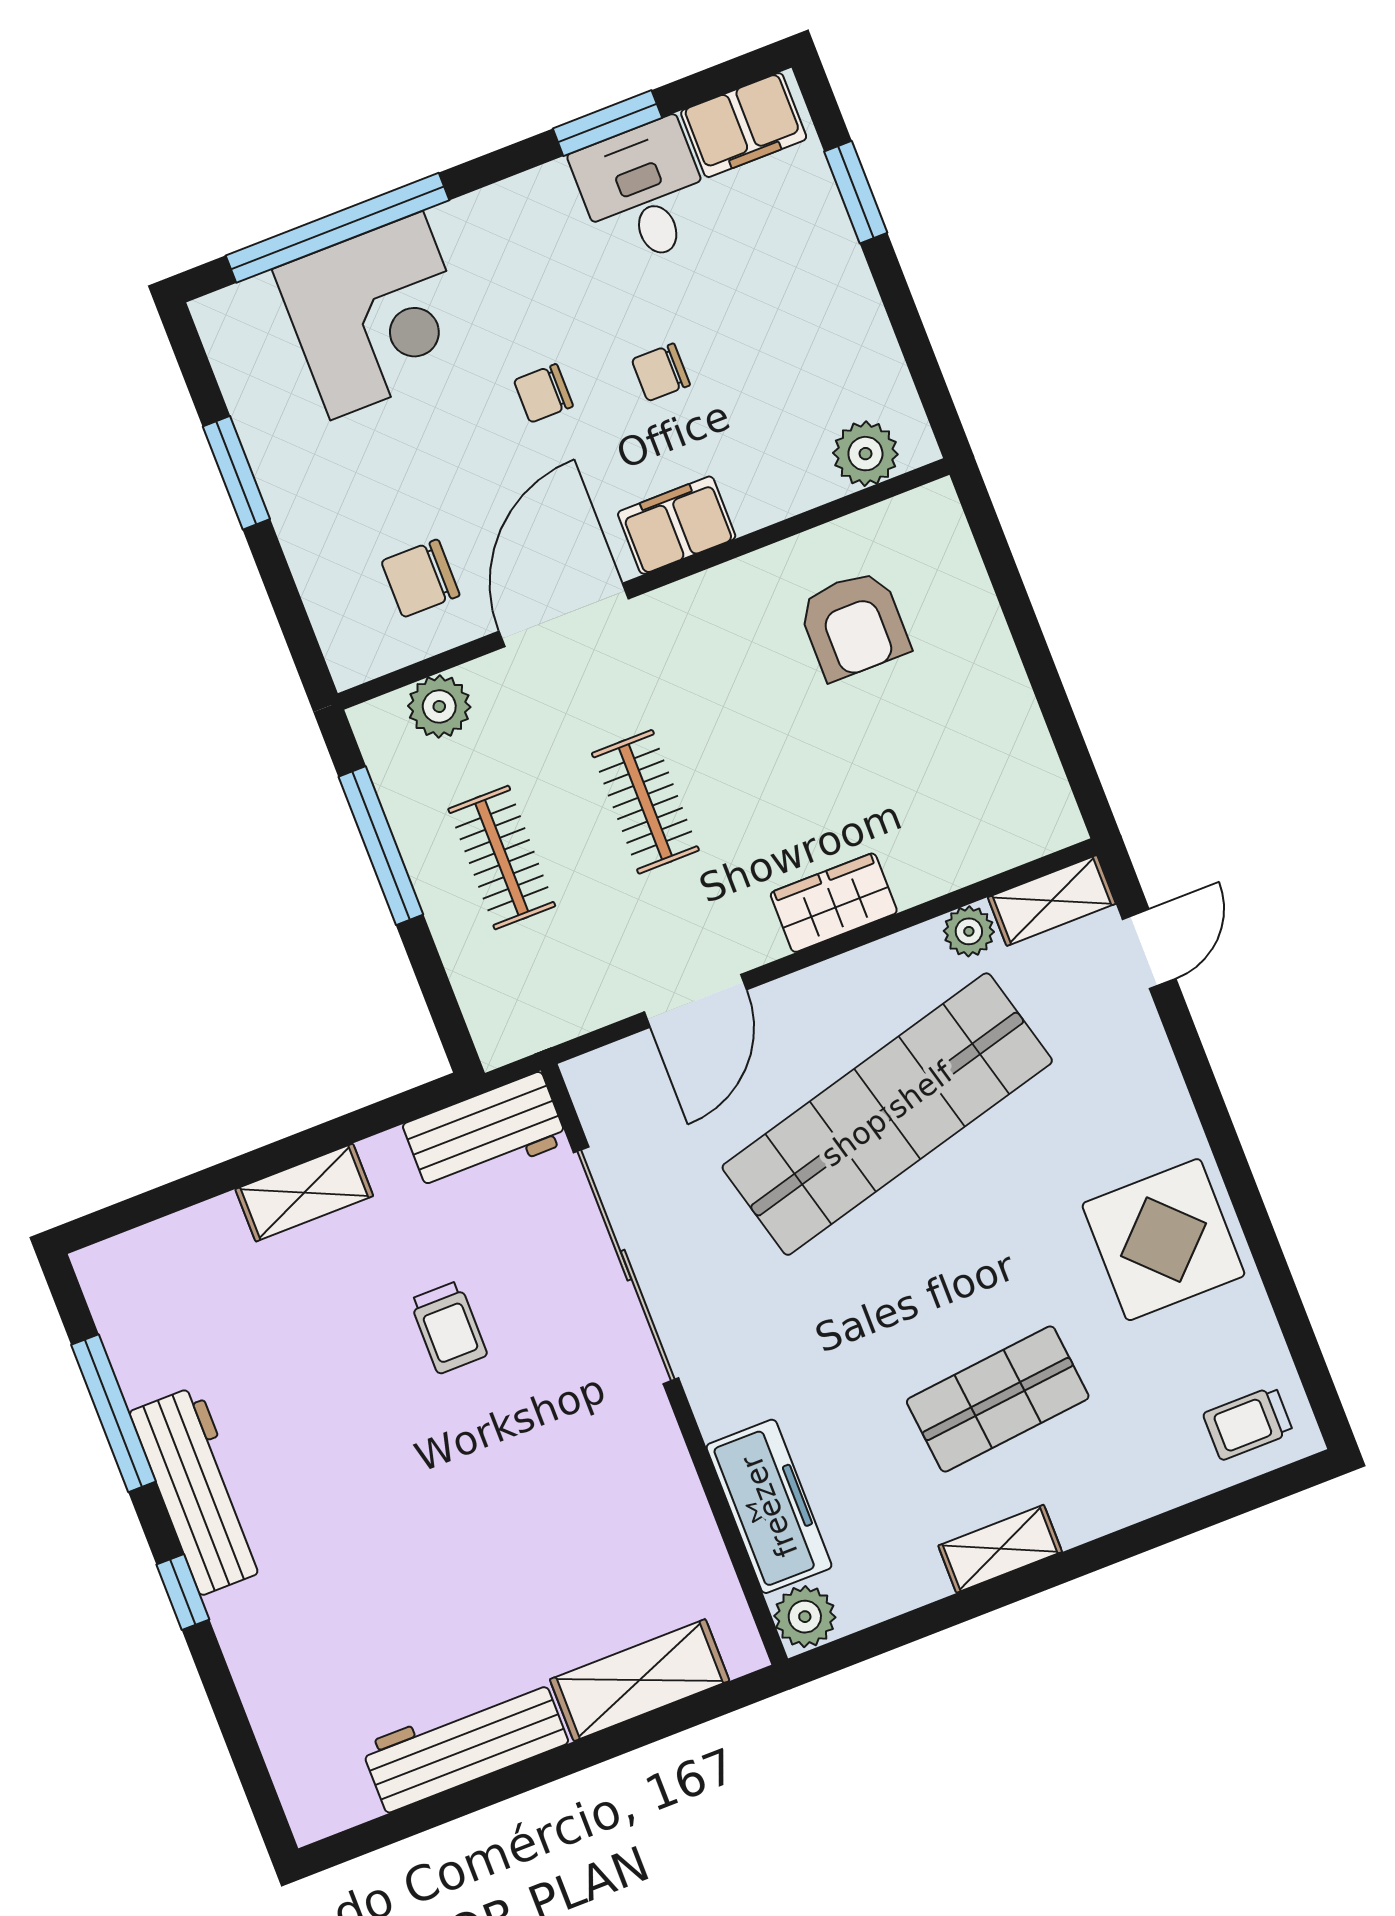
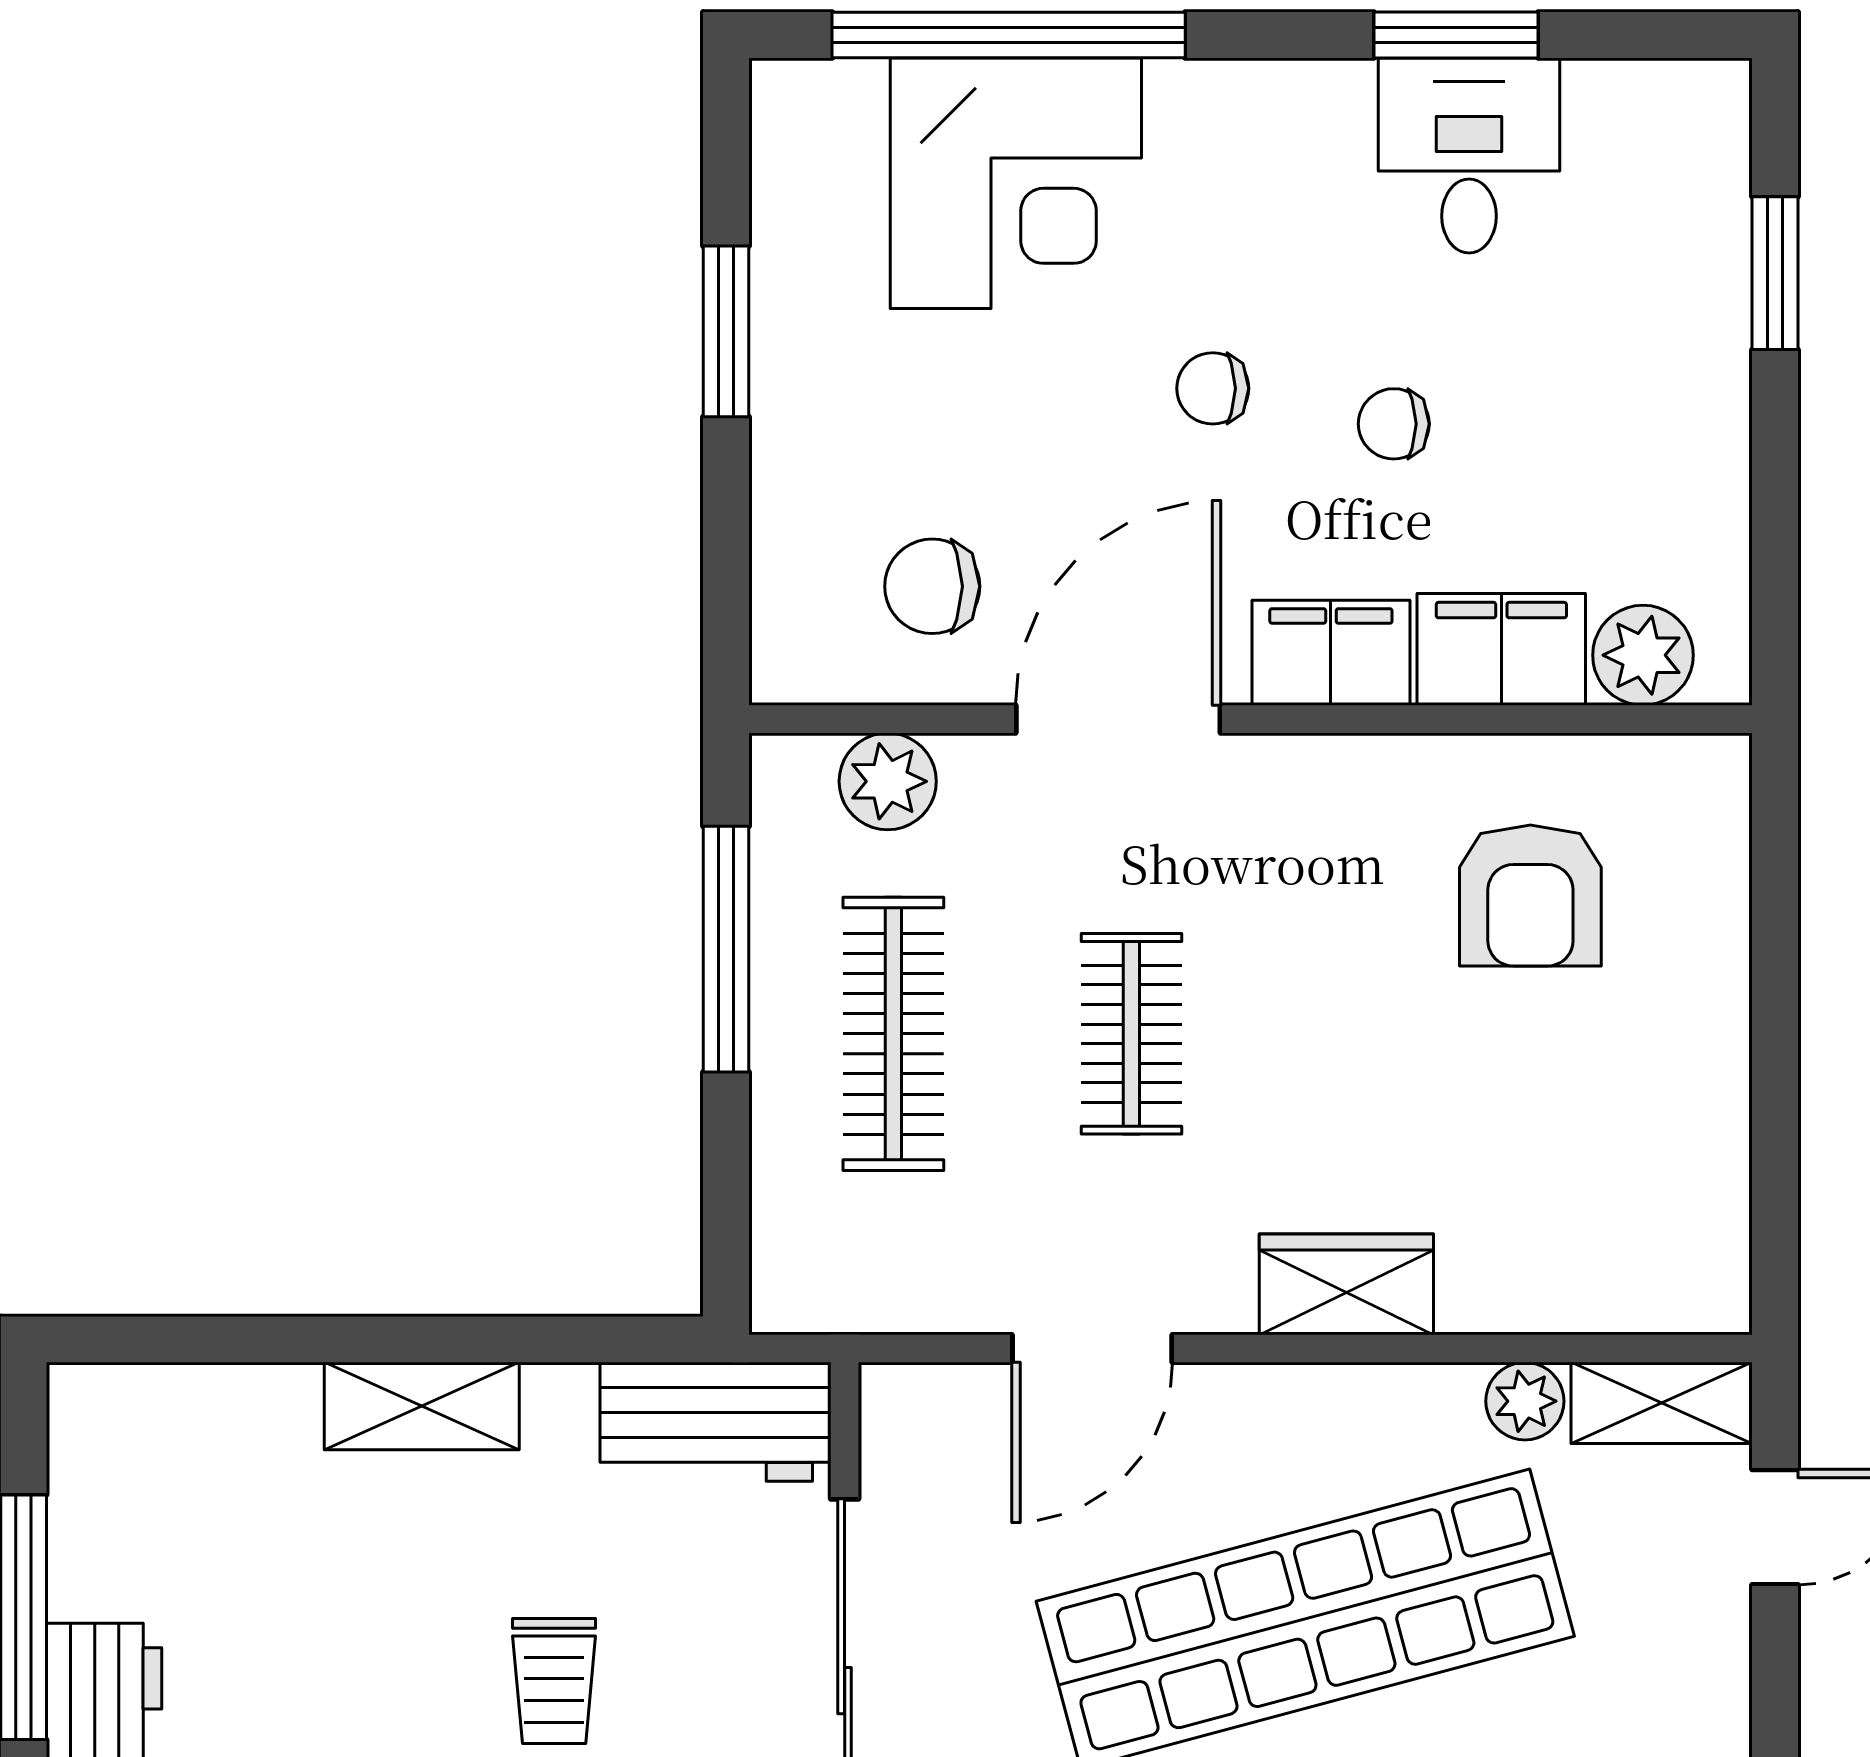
filing cabinet: (744, 125) -> (1501, 649), moved, turned 180
clothes rail: (502, 858) -> (893, 1034), width x1.36

